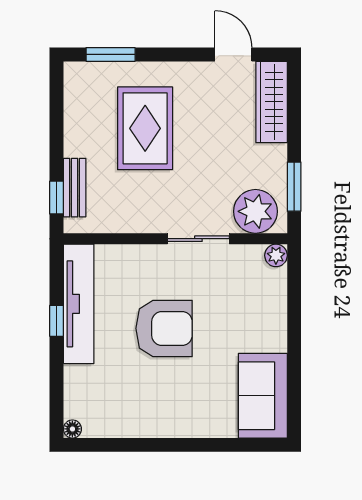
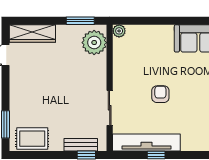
rug: (145, 128) -> (32, 139), moved, width x0.73, depth x0.70
sliding door: (198, 239) -> (110, 108), moved
armchair: (164, 328) -> (160, 94), width x0.53, depth x0.53

